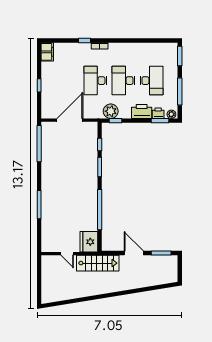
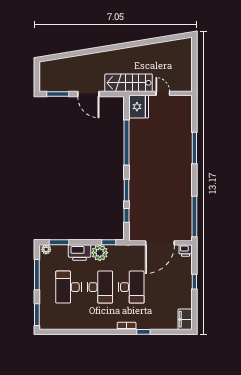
plant: (111, 111) -> (100, 253), moved
printer: (158, 113) -> (186, 250), moved

